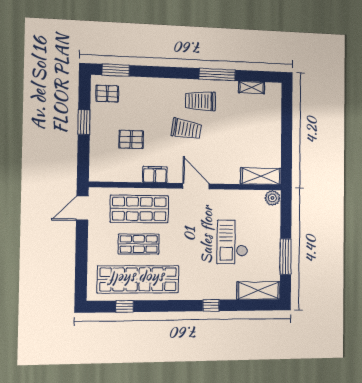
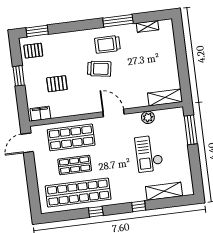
filing cabinet: (155, 174) -> (40, 114), moved
plant: (272, 198) -> (148, 117), moved
window: (286, 257) -> (191, 130), moved
shelving: (259, 290) -> (164, 191), moved
window: (125, 306) -> (96, 212), moved

